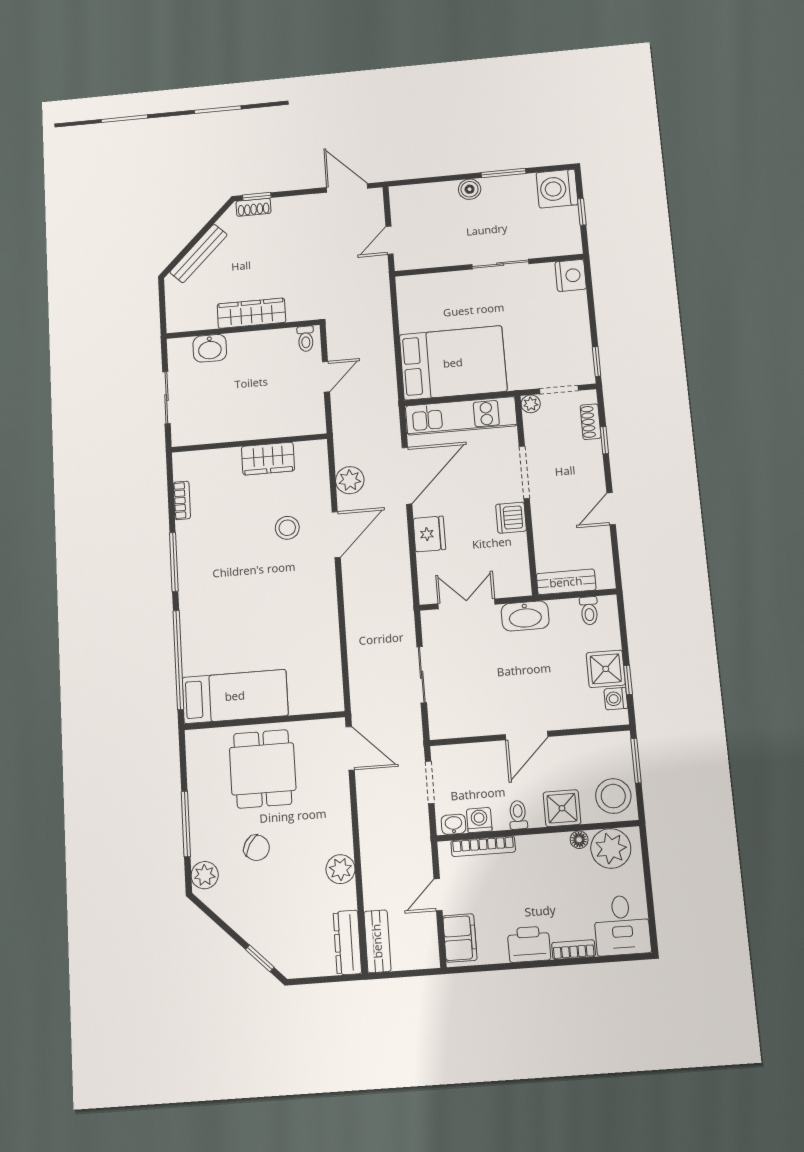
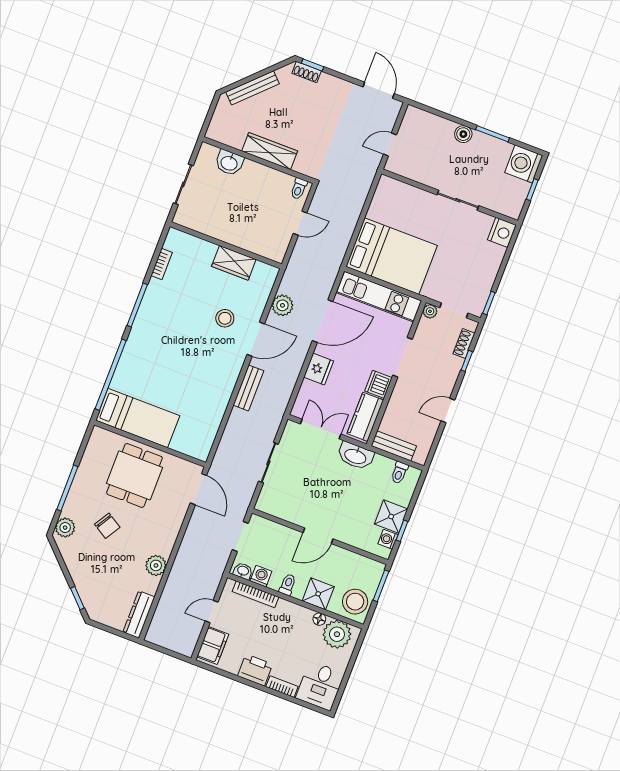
kitchen counter: (514, 564) -> (365, 417), added
bench: (377, 941) -> (248, 388), moved

